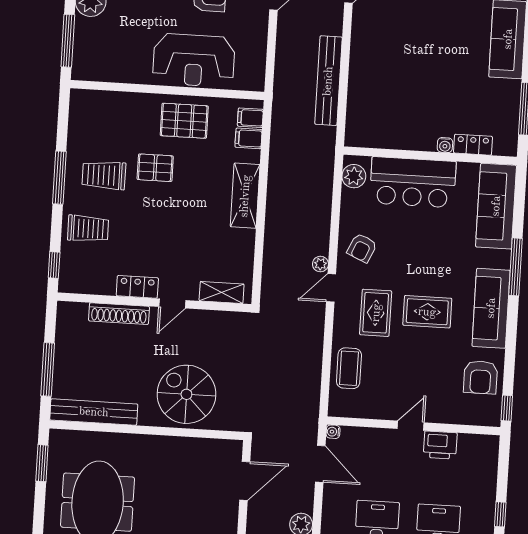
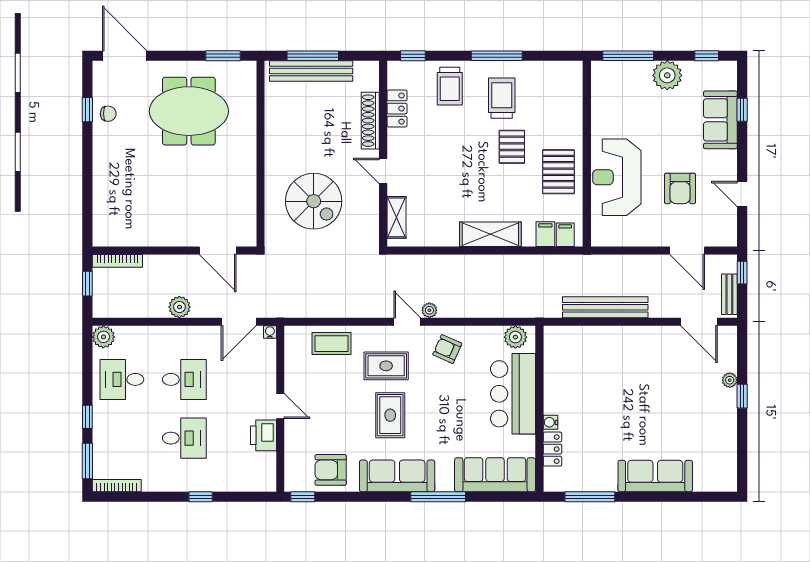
locker: (137, 287) -> (397, 109), moved
spiral stairs: (186, 394) -> (314, 201), moved, turned 90
bench: (94, 412) -> (311, 71), moved, turned 90

